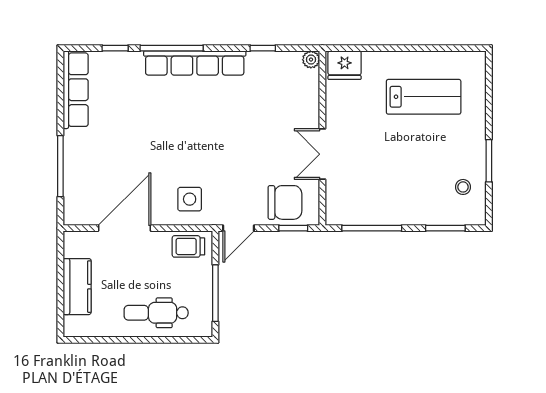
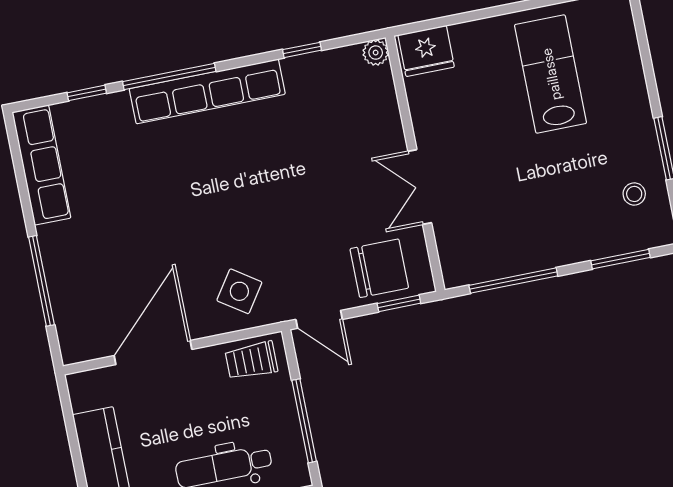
lab bench: (424, 97) -> (551, 74), turned -90
side table: (190, 199) -> (239, 291), turned 34
door: (239, 228) -> (319, 319), hinge flipped

